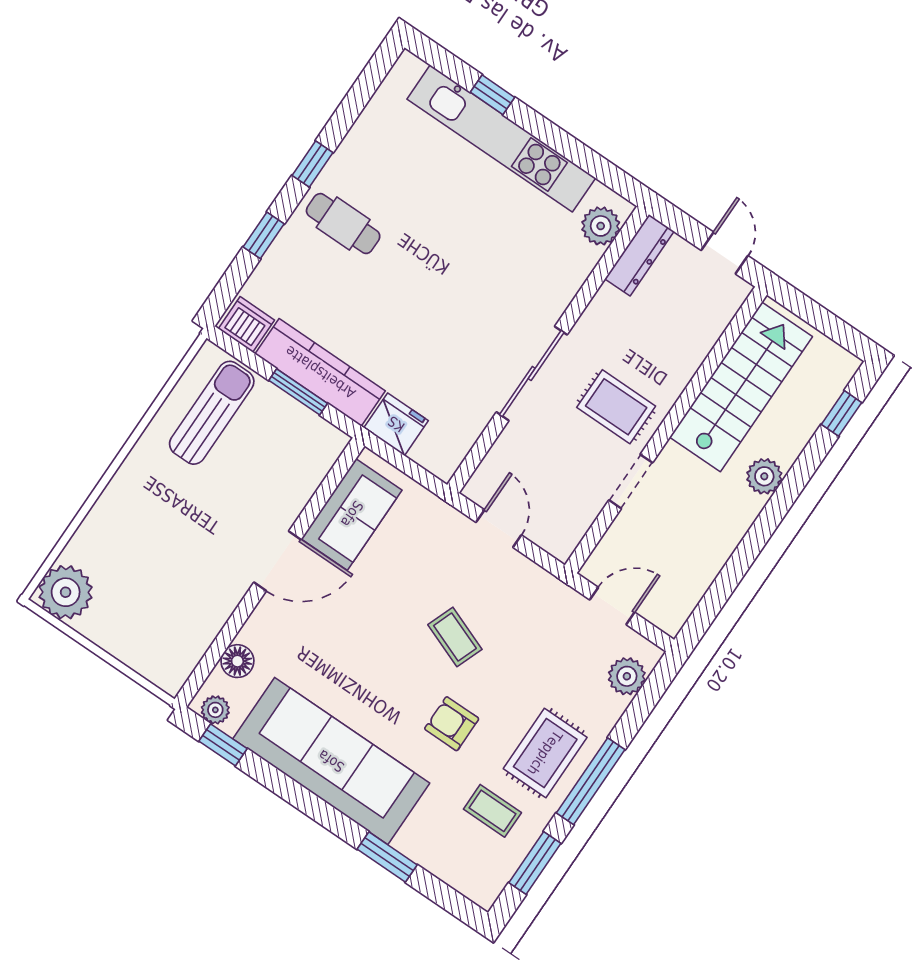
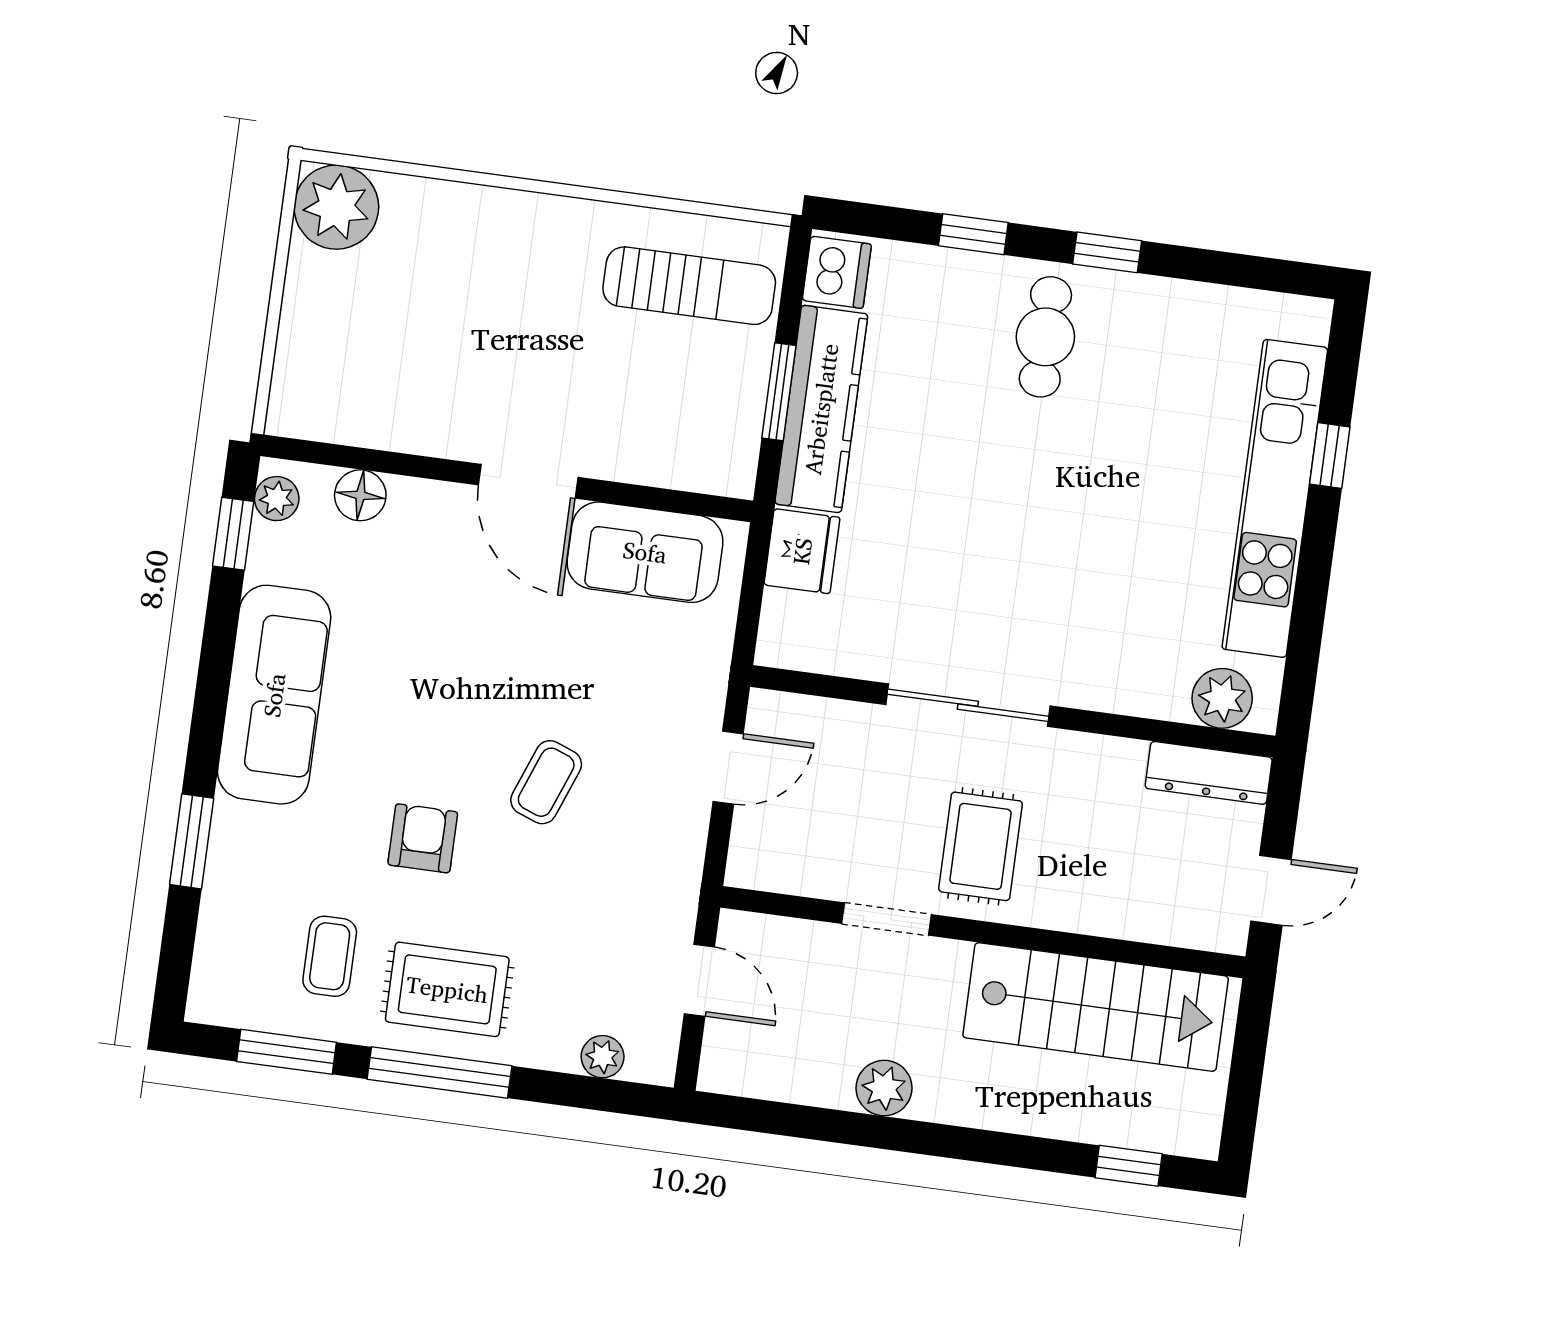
plant: (764, 476) -> (884, 1088), moved
plant: (627, 676) -> (603, 1057), width x0.73, depth x0.73
sofa: (331, 761) -> (274, 695), width x0.74, depth x0.79

